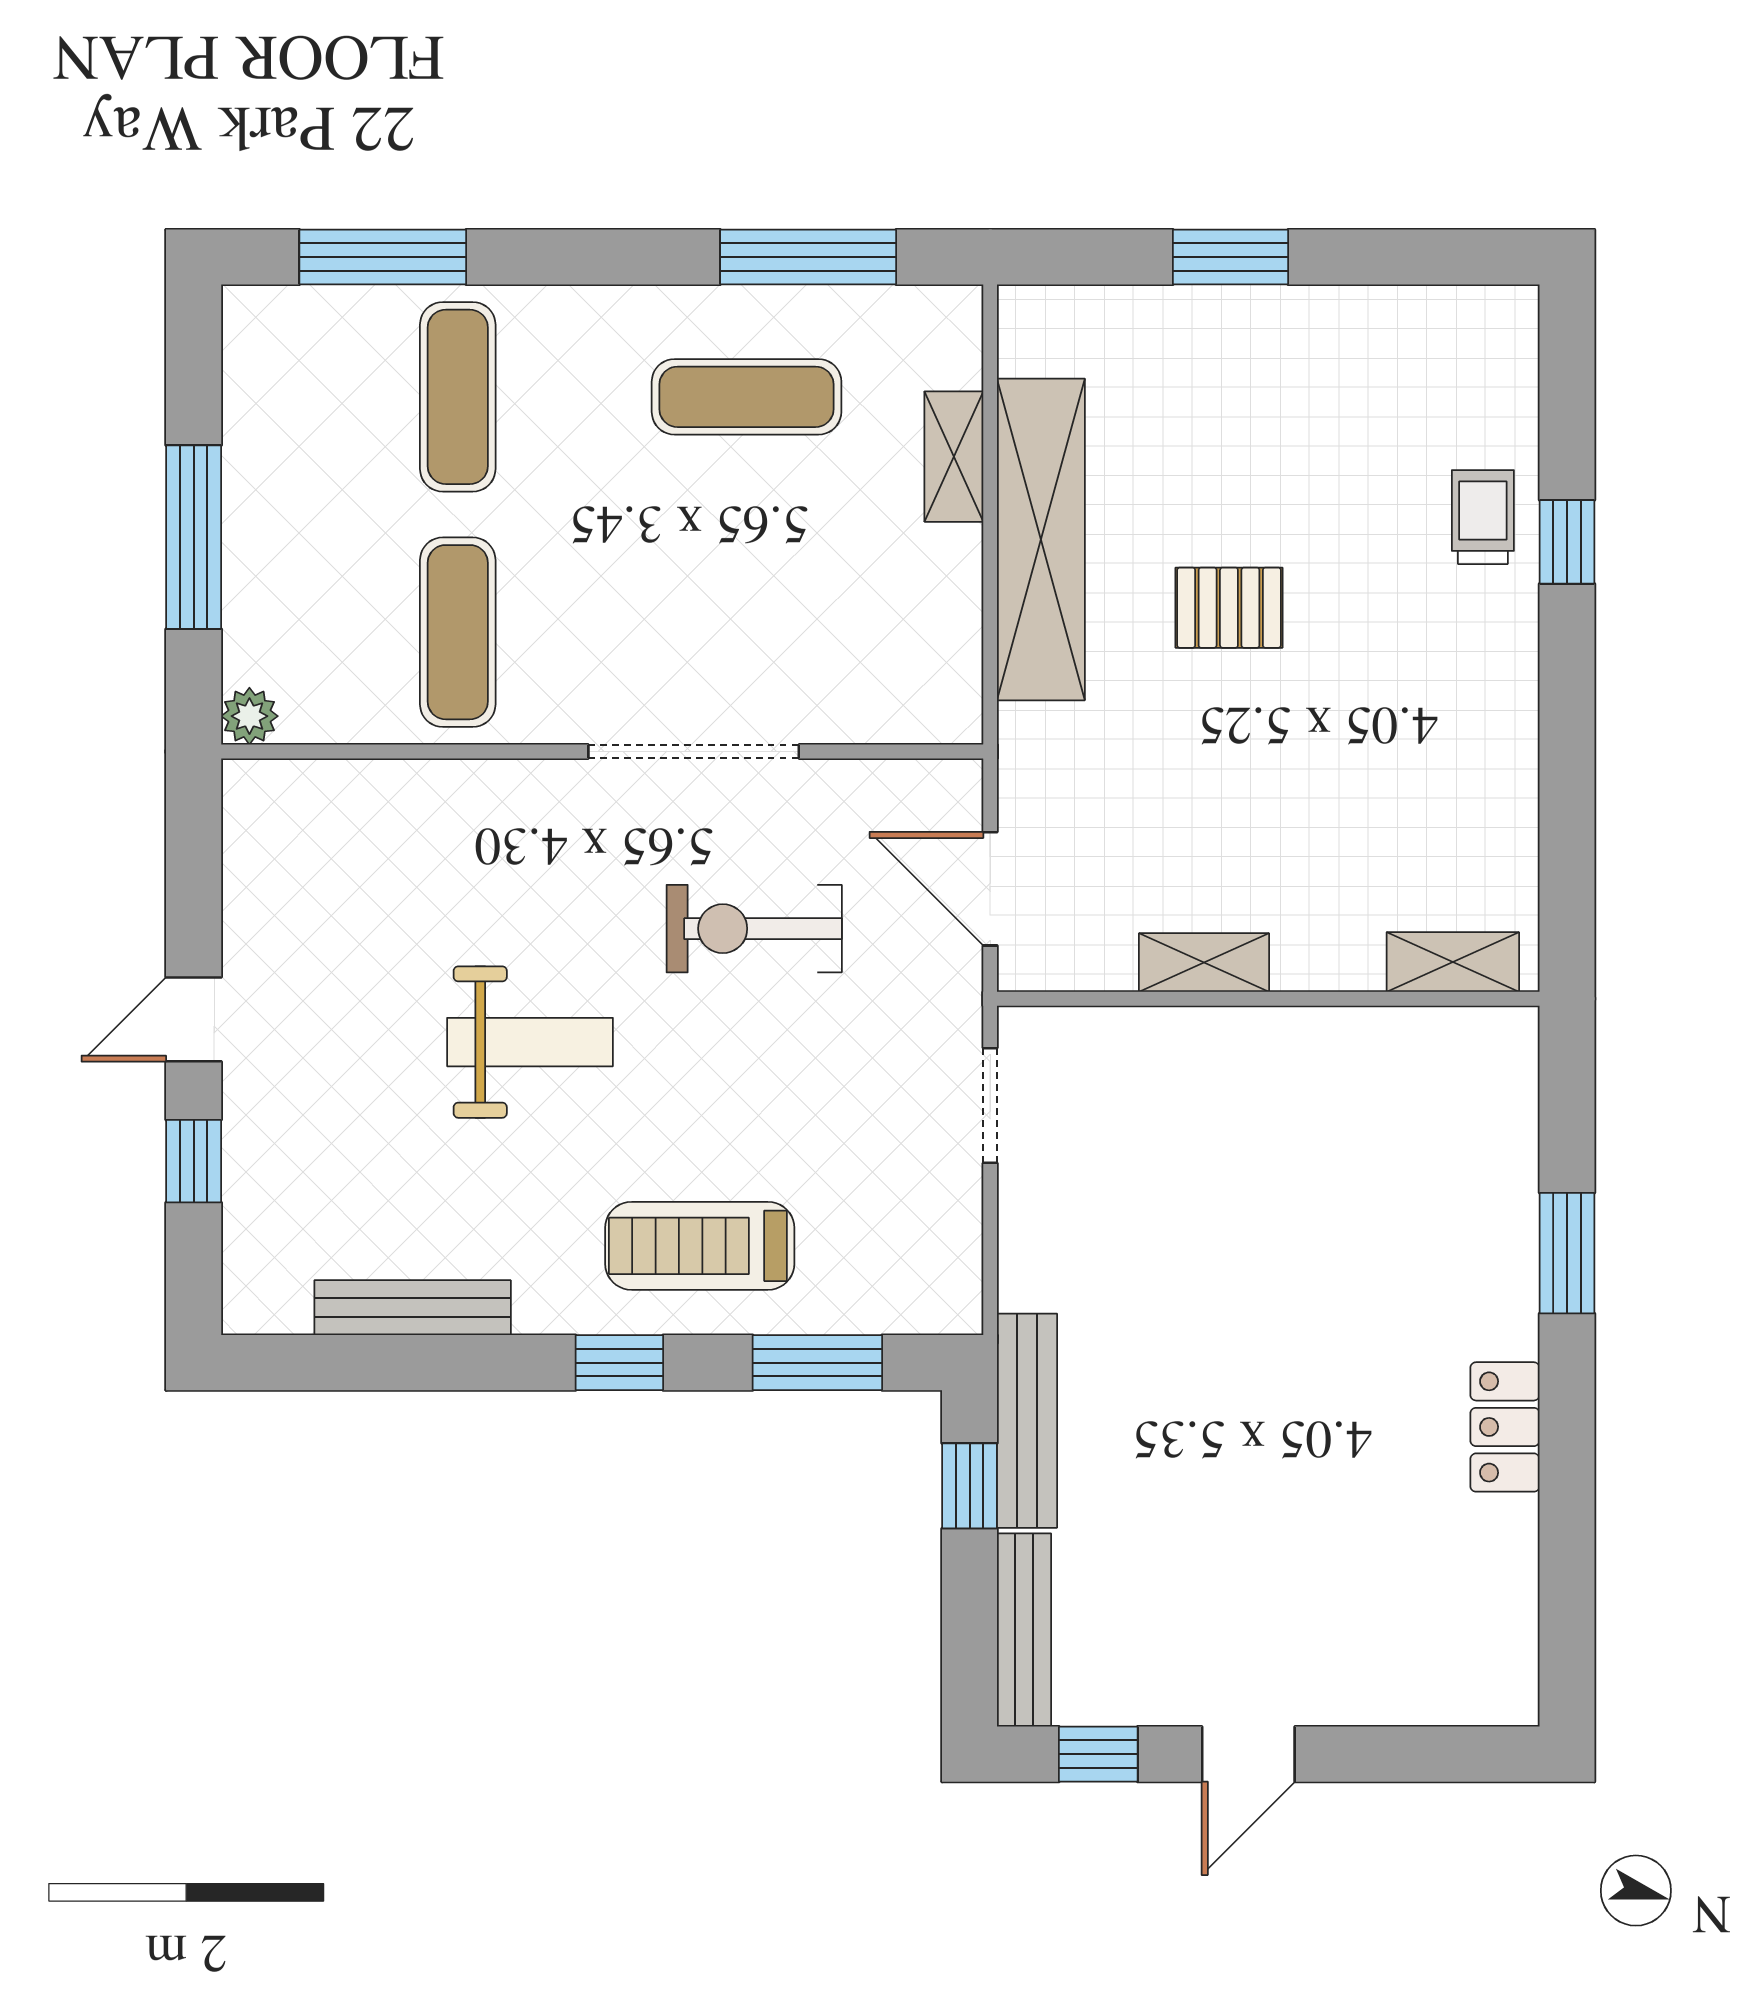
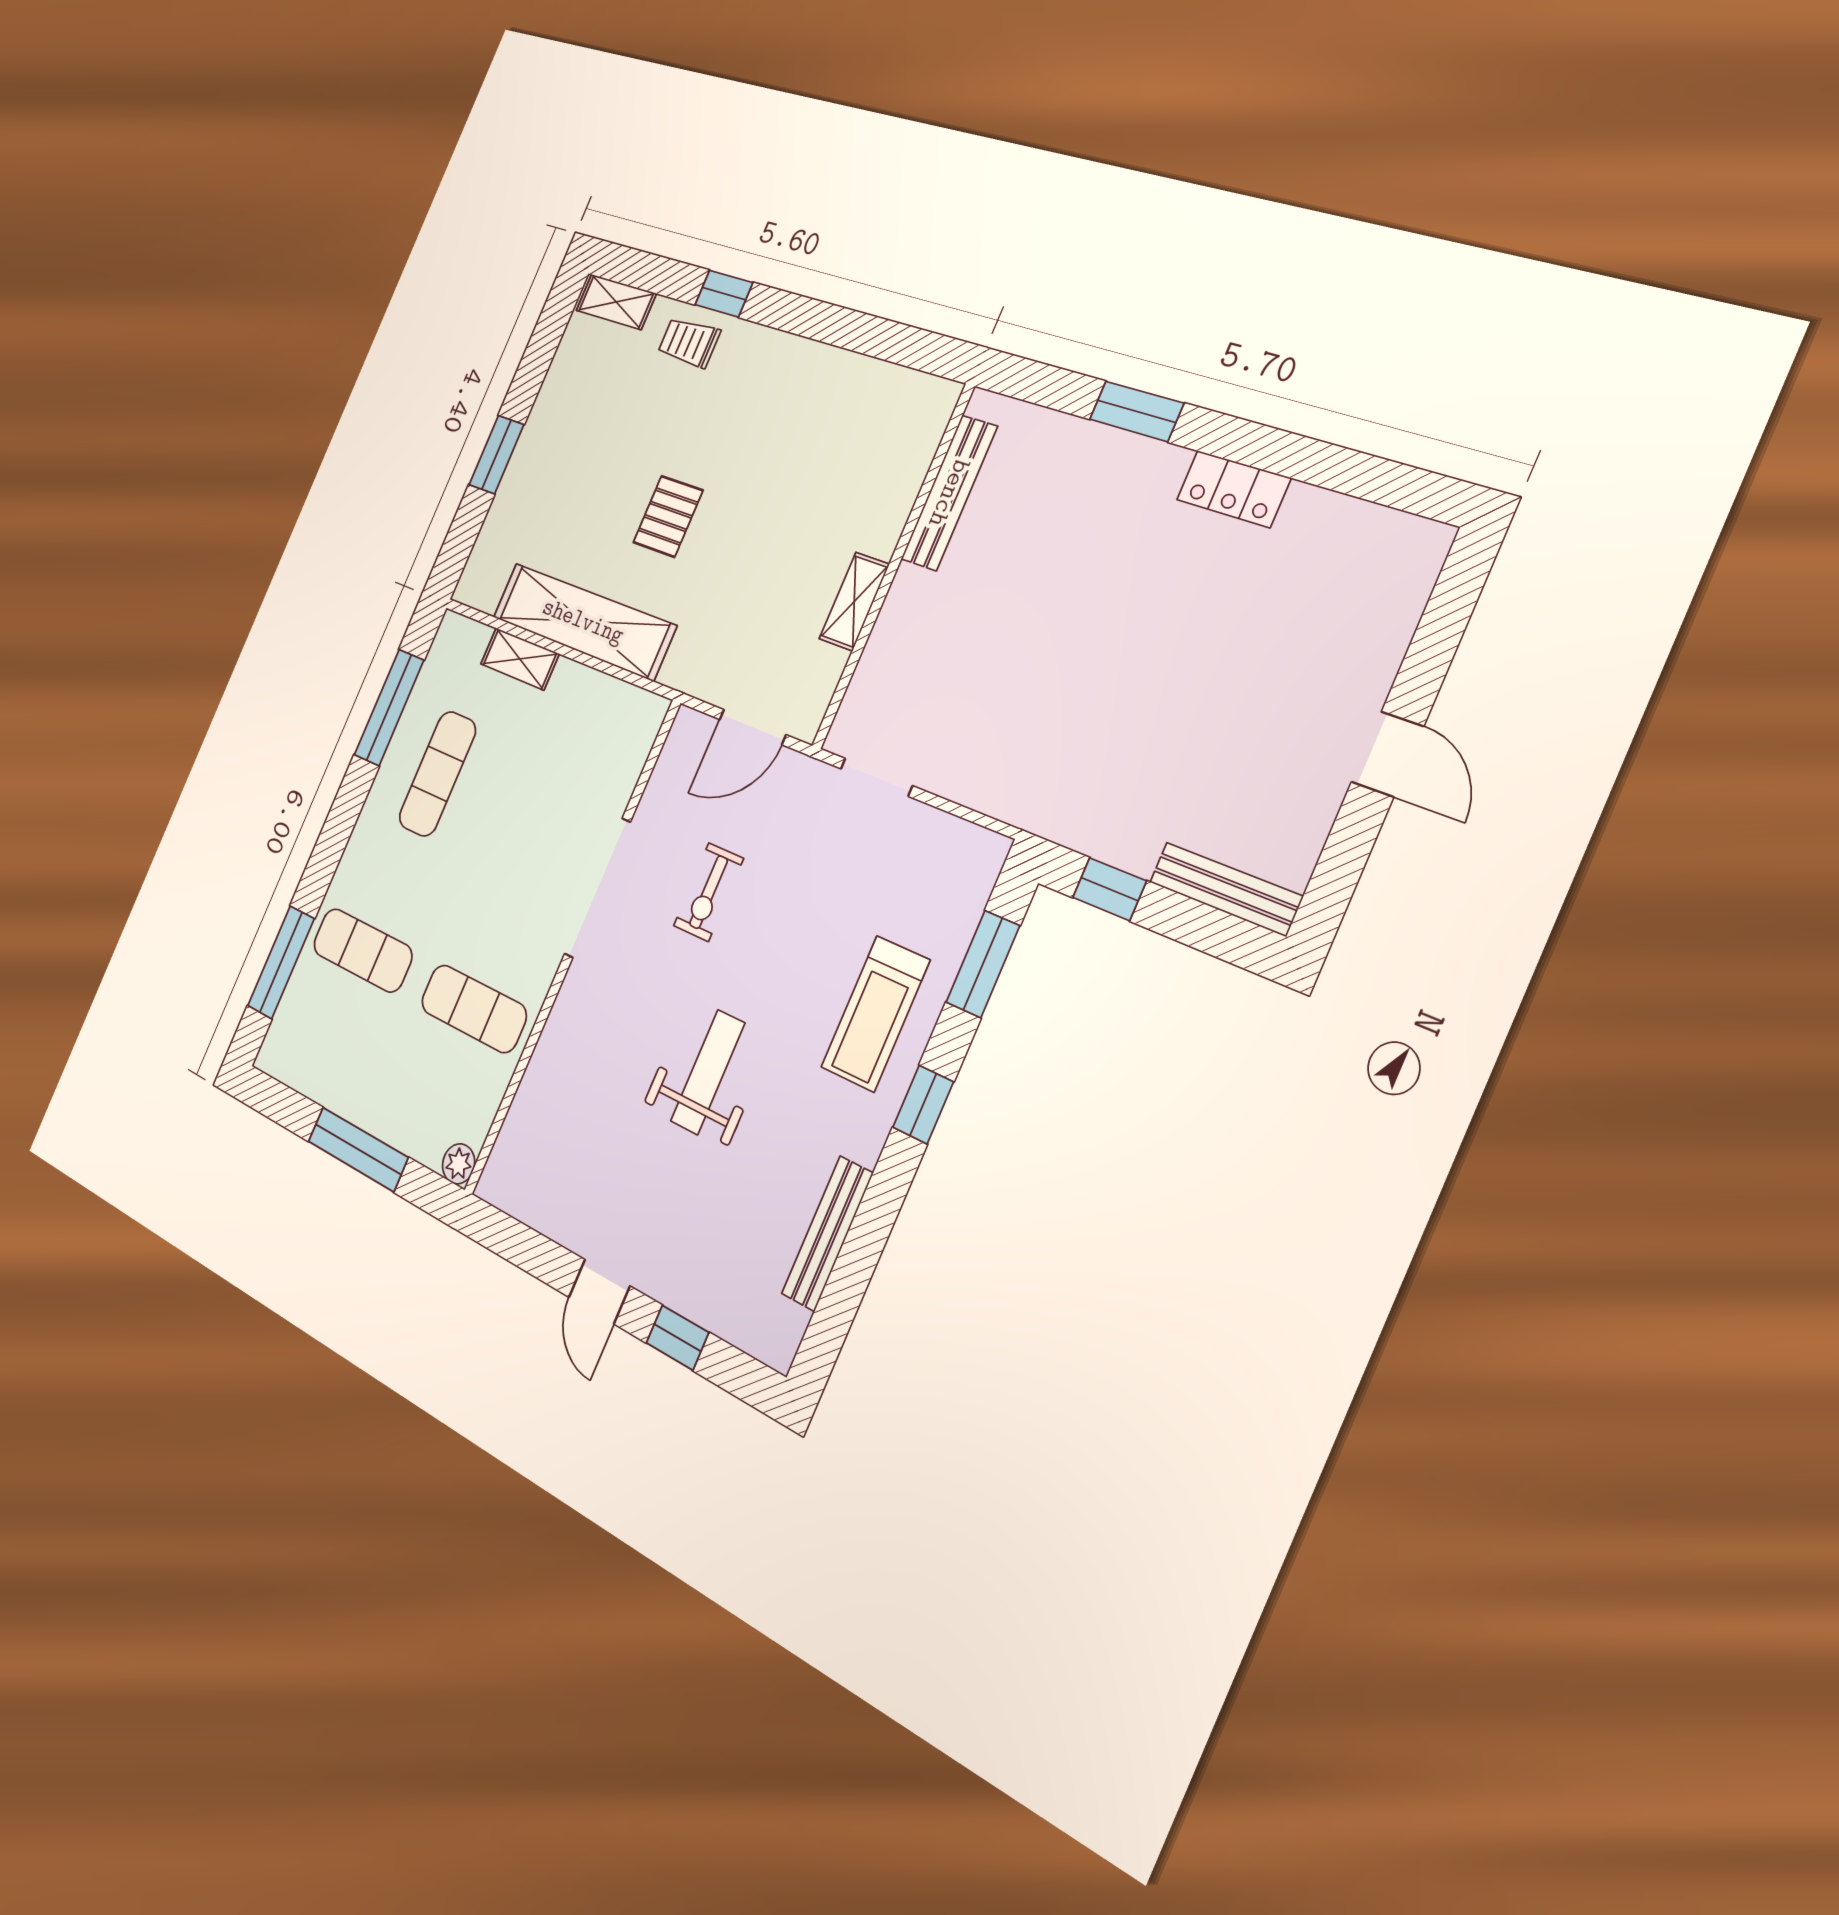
exercise bike: (754, 929) -> (709, 892), width x0.73, depth x0.72
shelving: (1453, 962) -> (616, 302), moved, turned 90
bench: (1027, 1421) -> (949, 493), moved, turned 90
window: (1098, 1754) -> (1339, 868), removed

